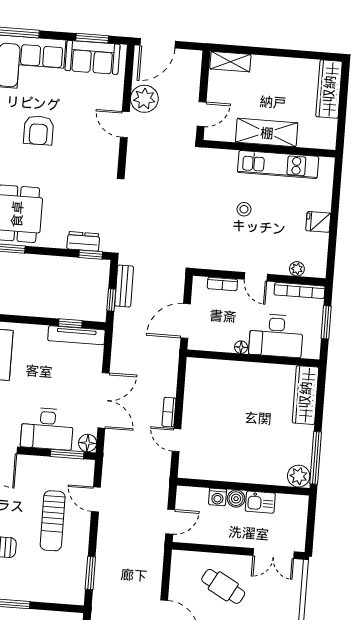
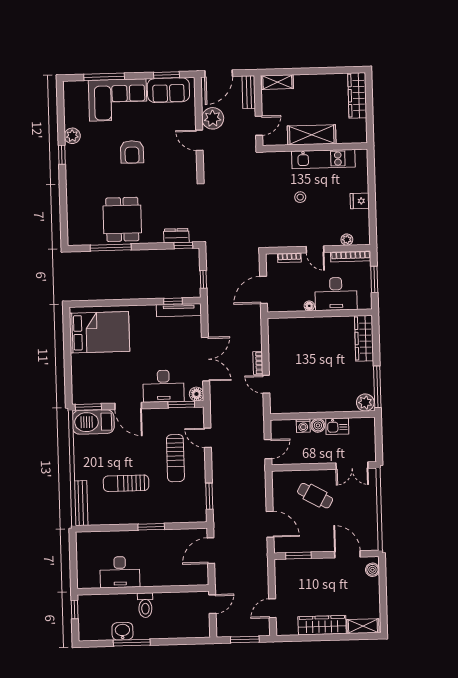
bench: (124, 286) -> (249, 92), moved

